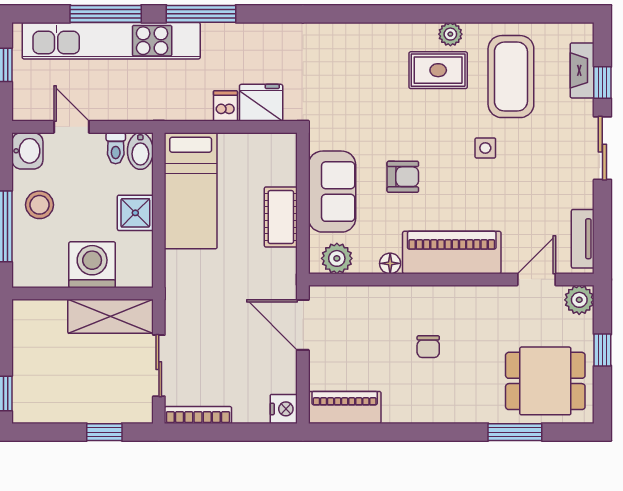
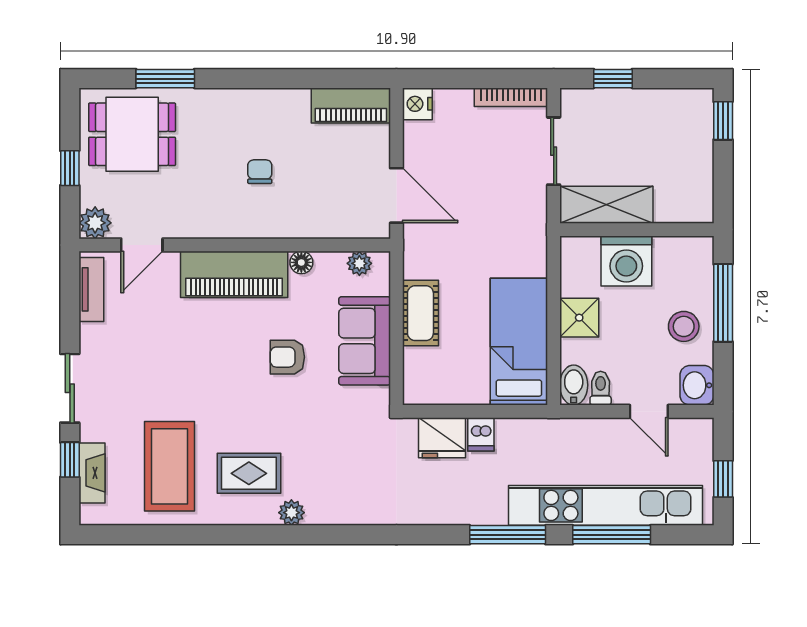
plant: (450, 34) -> (291, 513), moved
side table: (485, 148) -> (198, 388), removed
plant: (337, 258) -> (359, 263), width x0.73, depth x0.73

